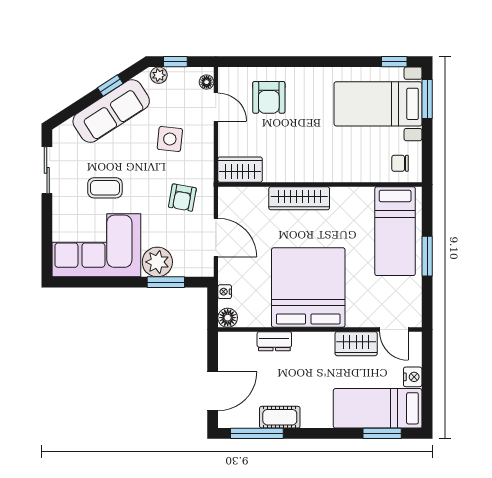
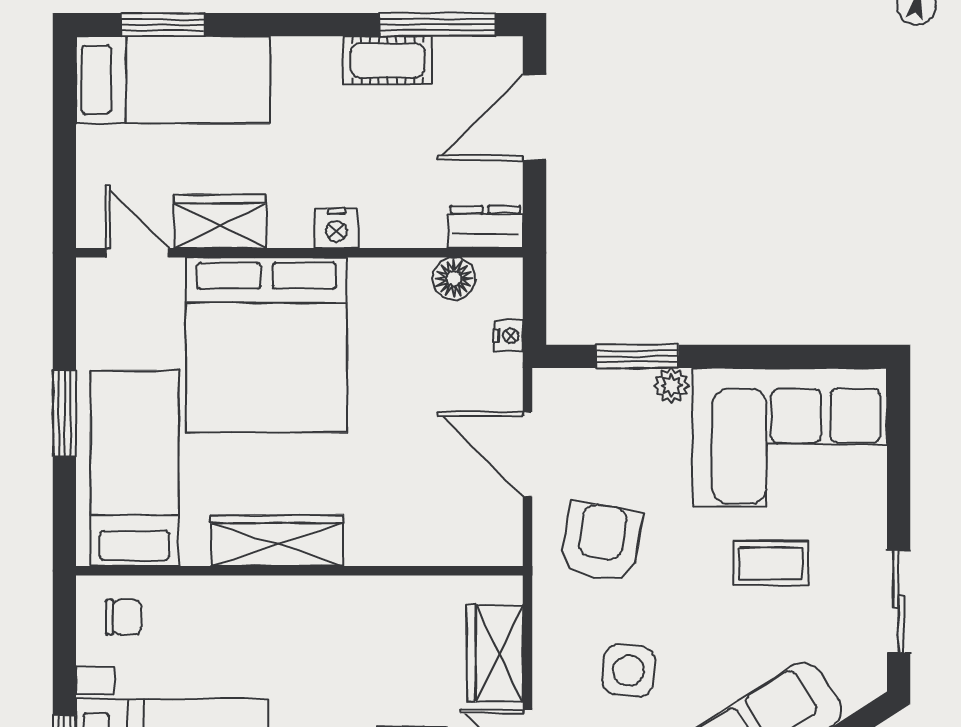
wardrobe: (240, 170) -> (495, 653), moved, turned 90
armchair: (182, 198) -> (601, 542), width x1.38, depth x1.38
wardrobe: (299, 198) -> (277, 540), moved
plant: (157, 262) -> (671, 385), width x0.53, depth x0.53
bed: (308, 287) -> (267, 345), moved
floor lamp: (228, 318) -> (454, 279), moved
dresser: (274, 341) -> (485, 227), moved
nightstand: (413, 377) -> (336, 228), moved, turned -90

